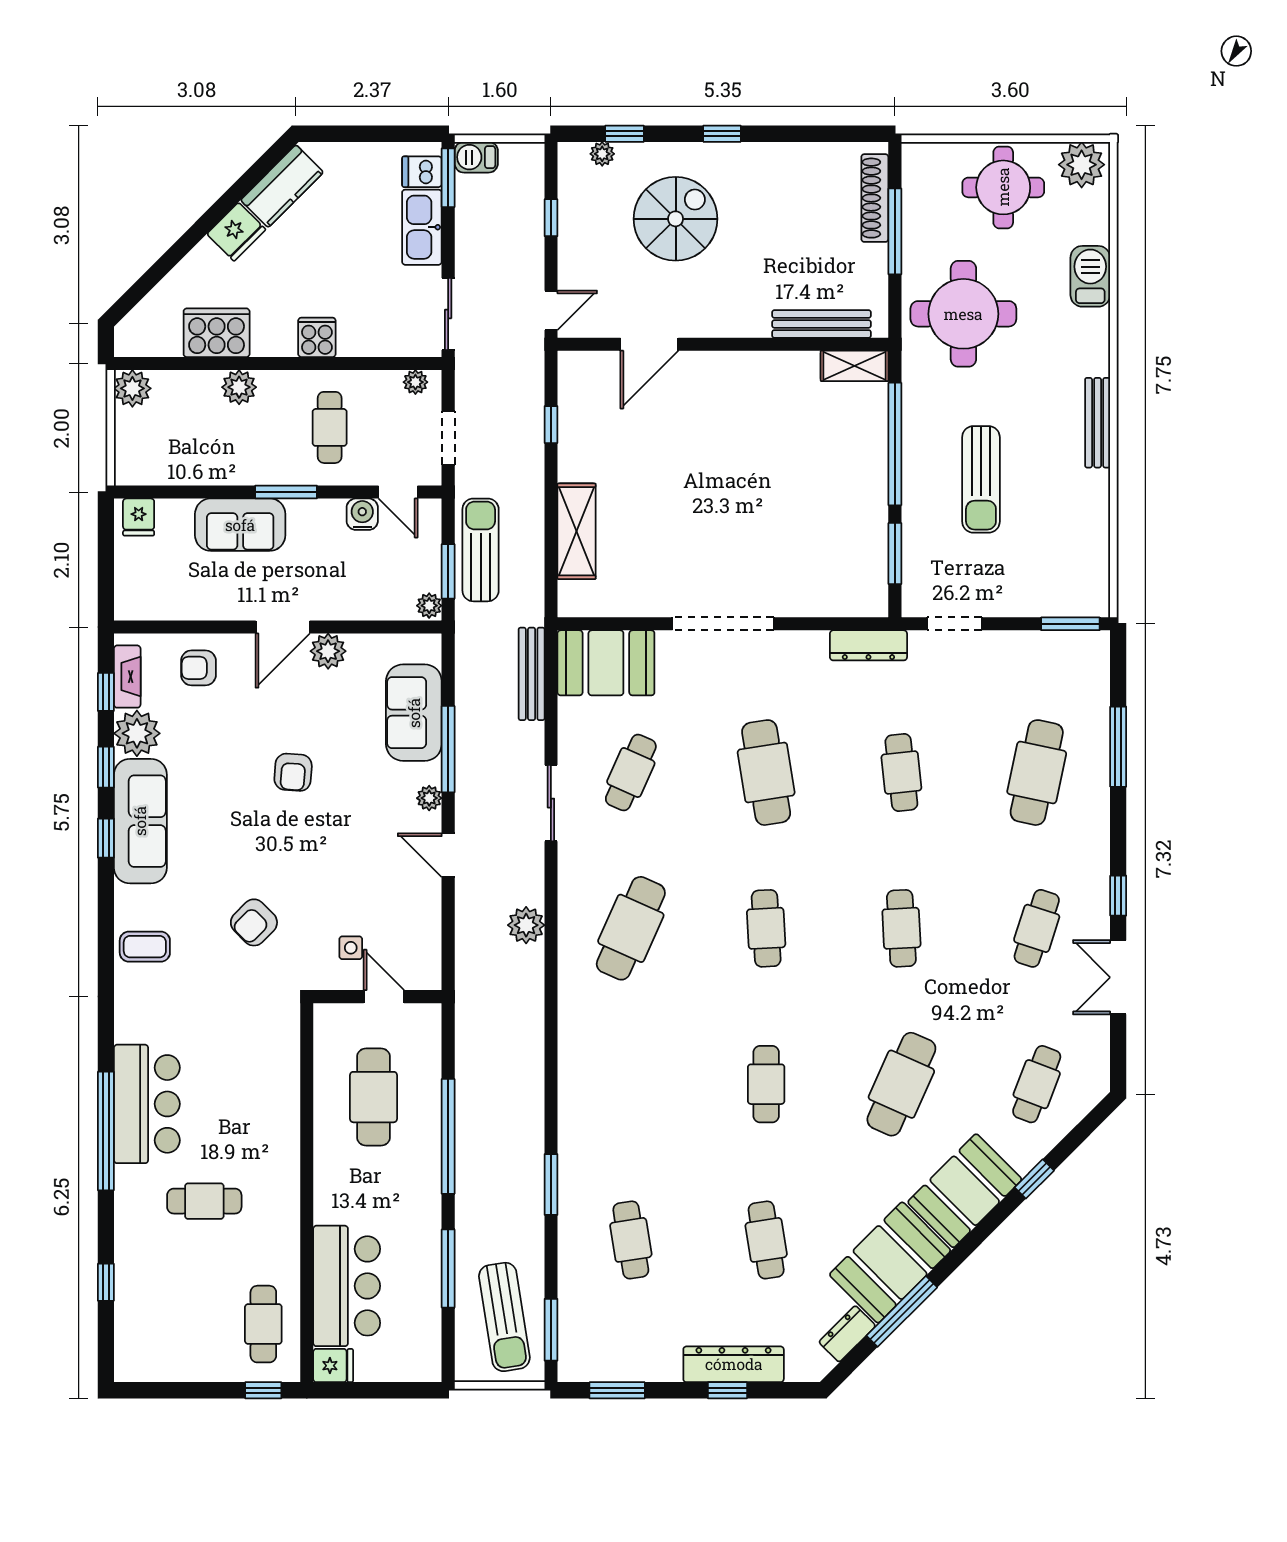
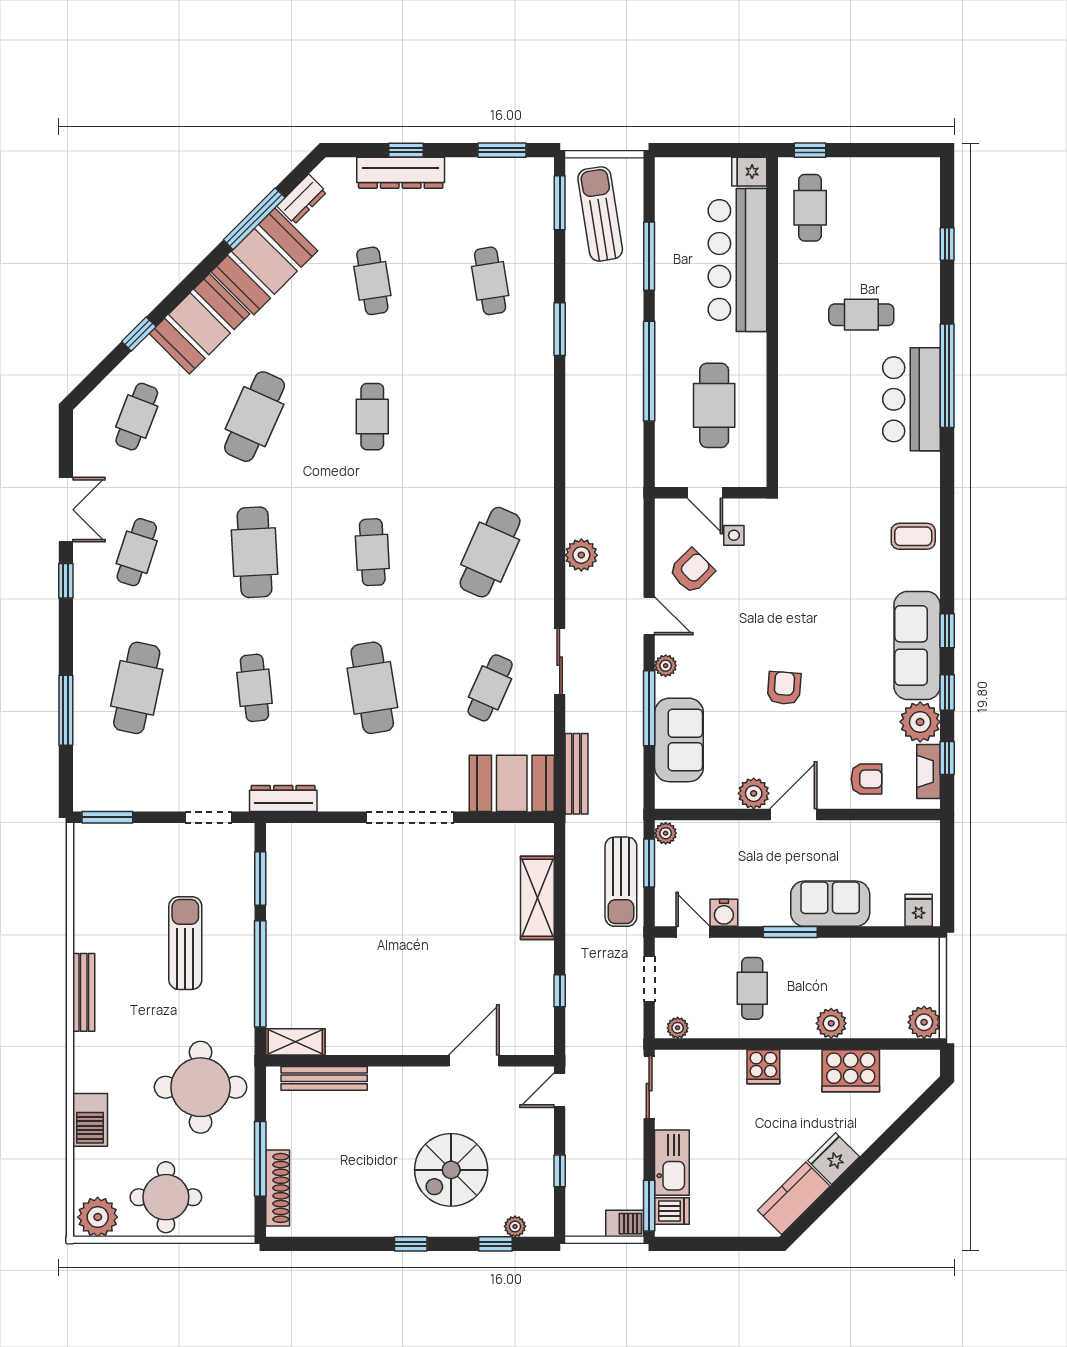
armchair: (254, 922) -> (692, 571), moved
cafe table: (901, 928) -> (255, 552), width x1.37, depth x1.35
bar counter: (347, 1286) -> (737, 260), width x1.36

